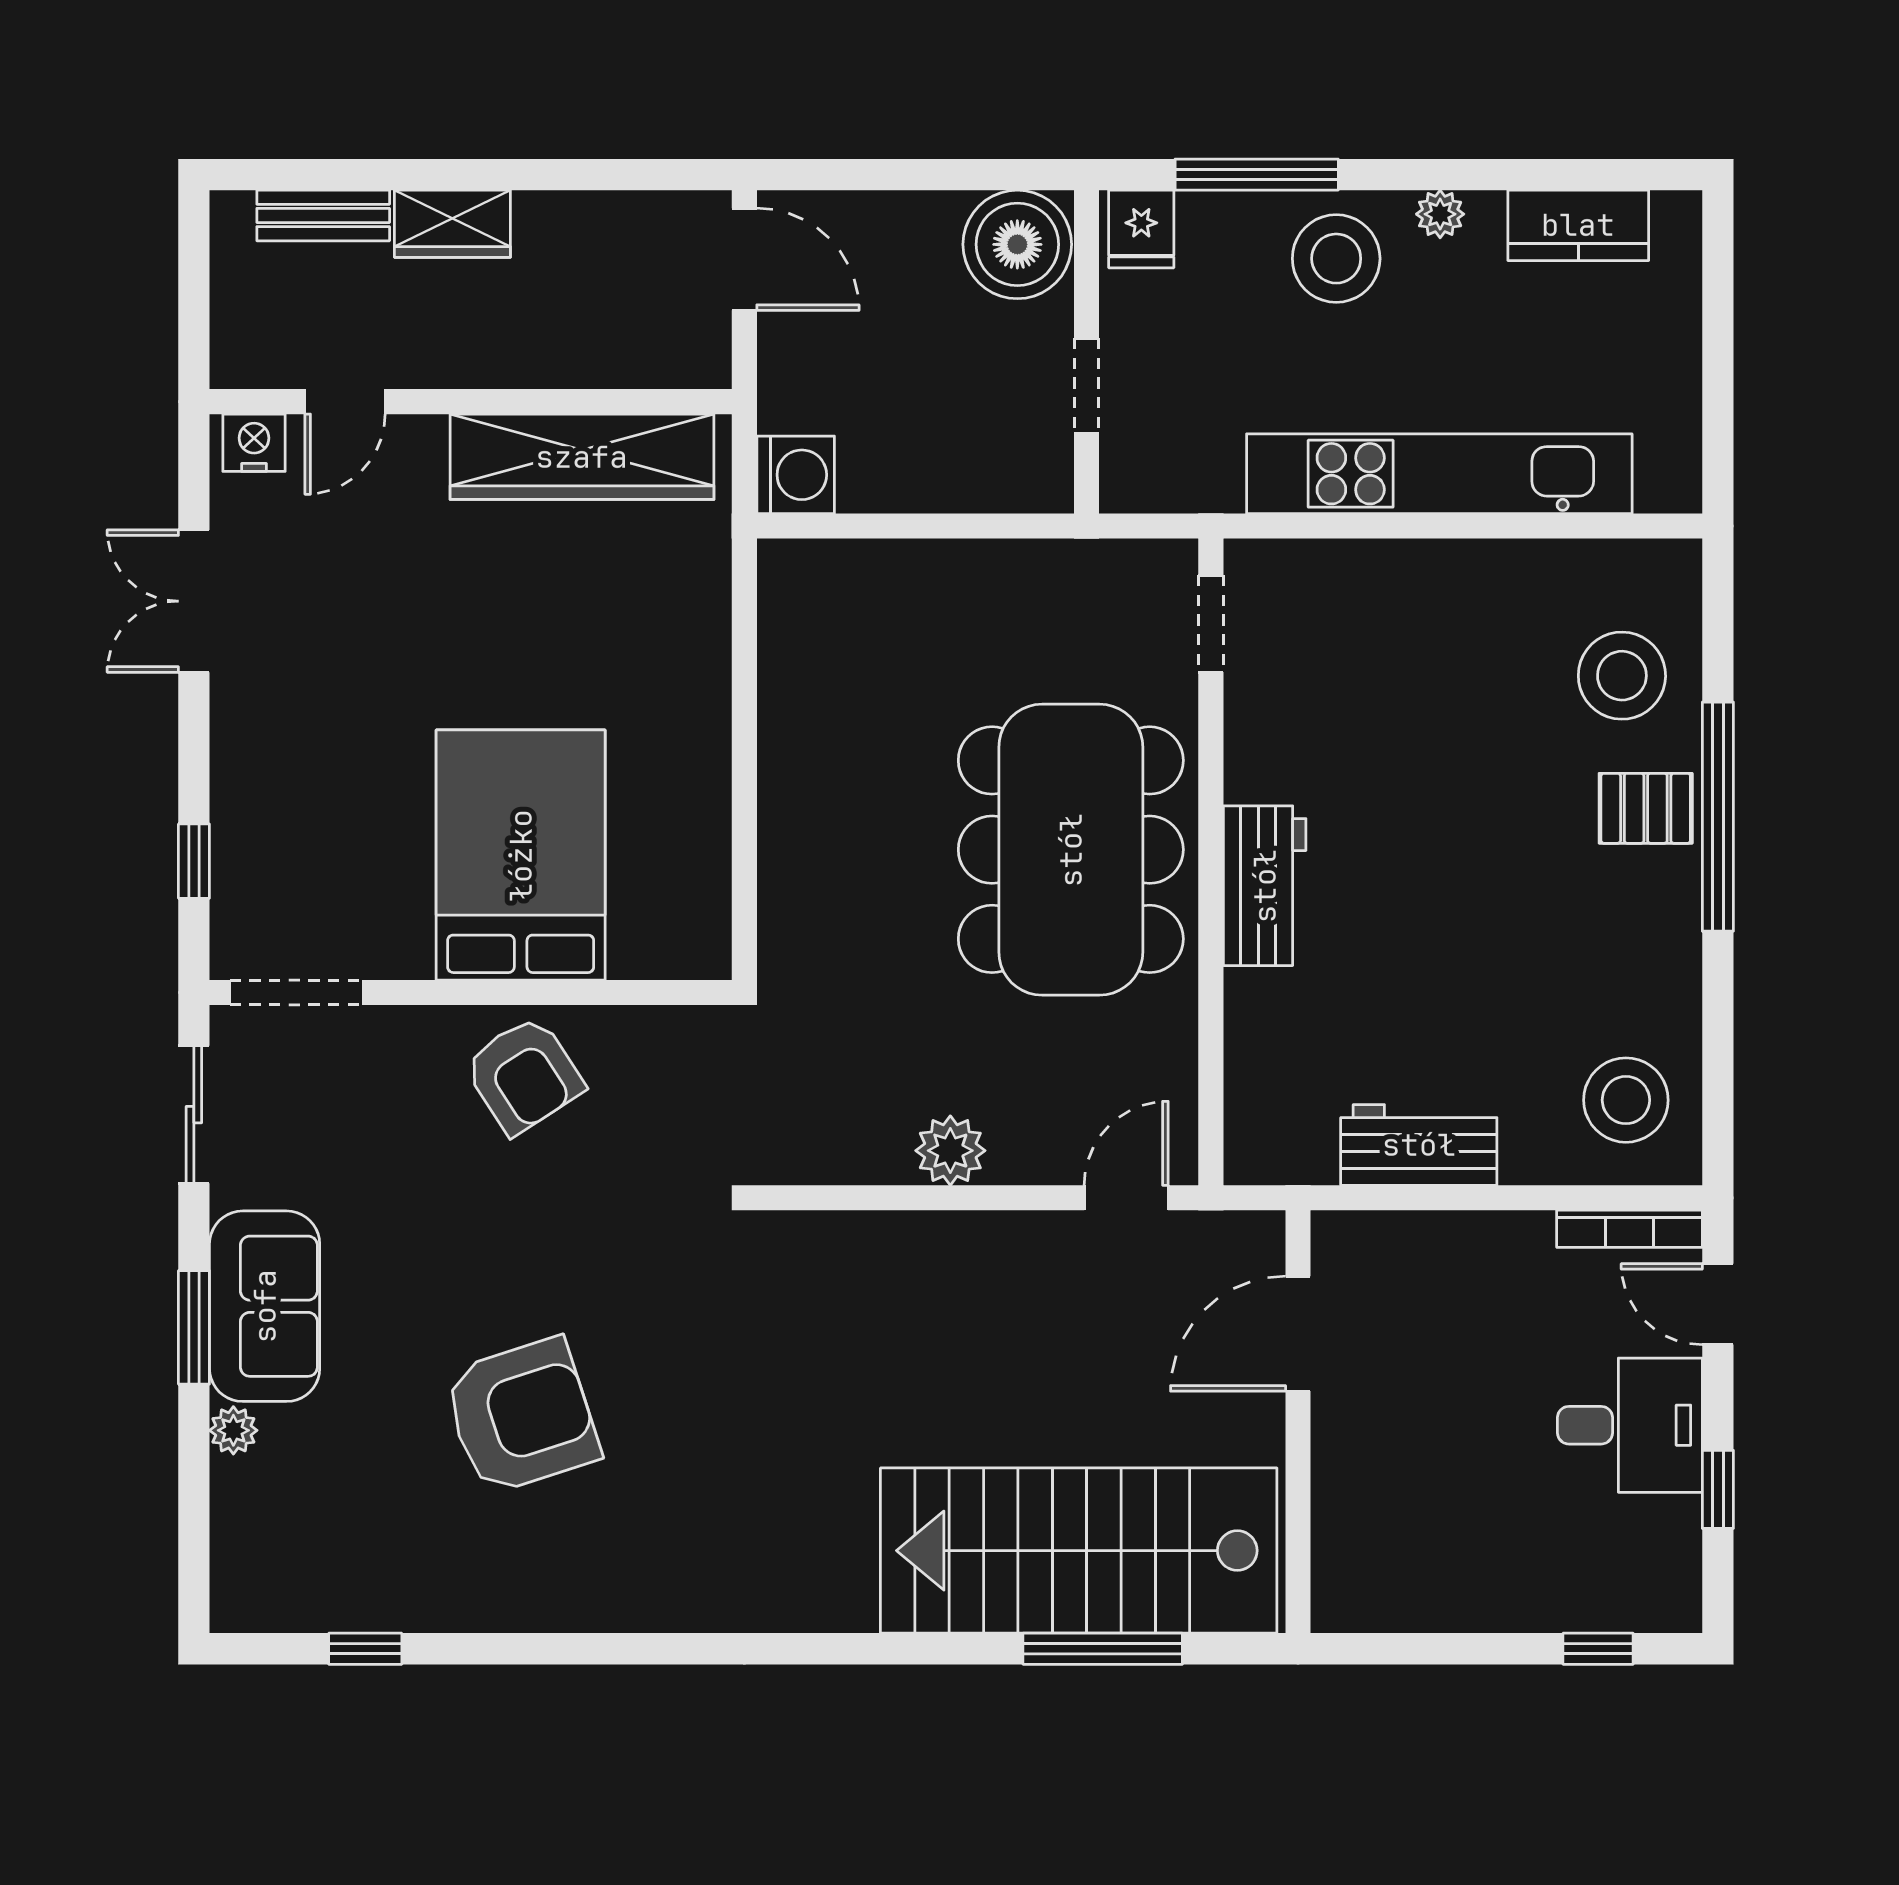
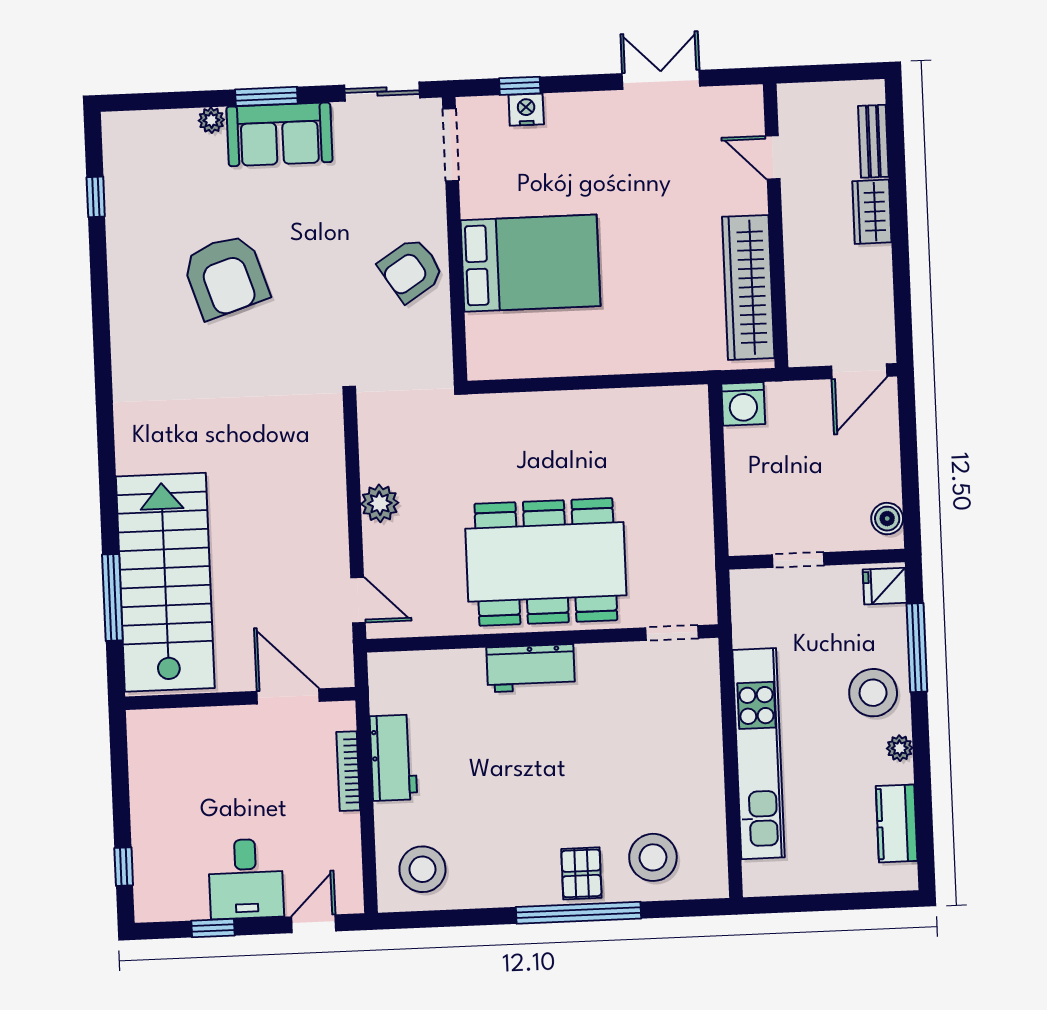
boiler: (1017, 244) -> (887, 519), width x0.54, depth x0.54
nightstand: (254, 443) -> (526, 110), moved, turned -90
bookcase: (1629, 1229) -> (348, 771), moved

